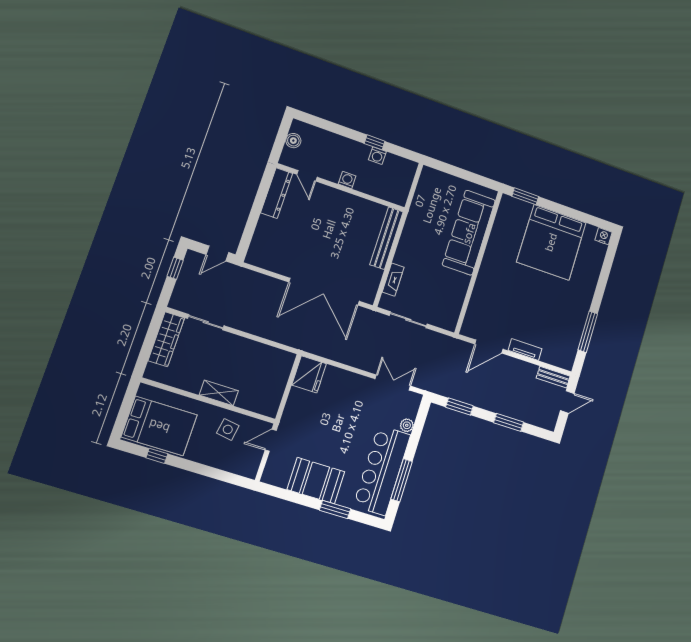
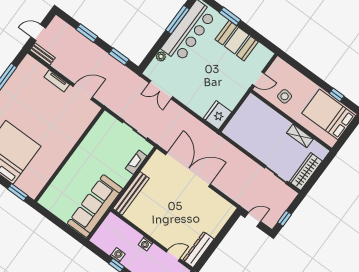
door: (307, 176) -> (173, 255), hinge flipped
sofa: (469, 233) -> (95, 206), moved, turned 180
shelving: (219, 393) -> (300, 136), moved

